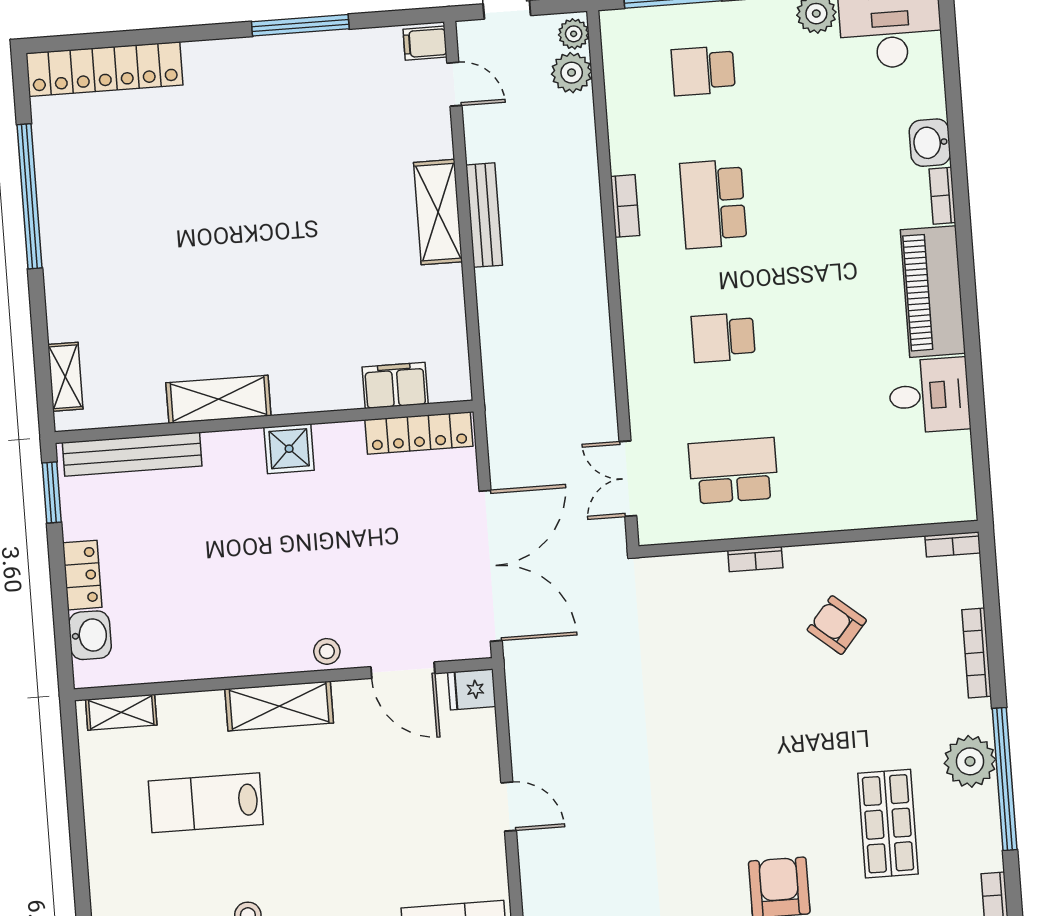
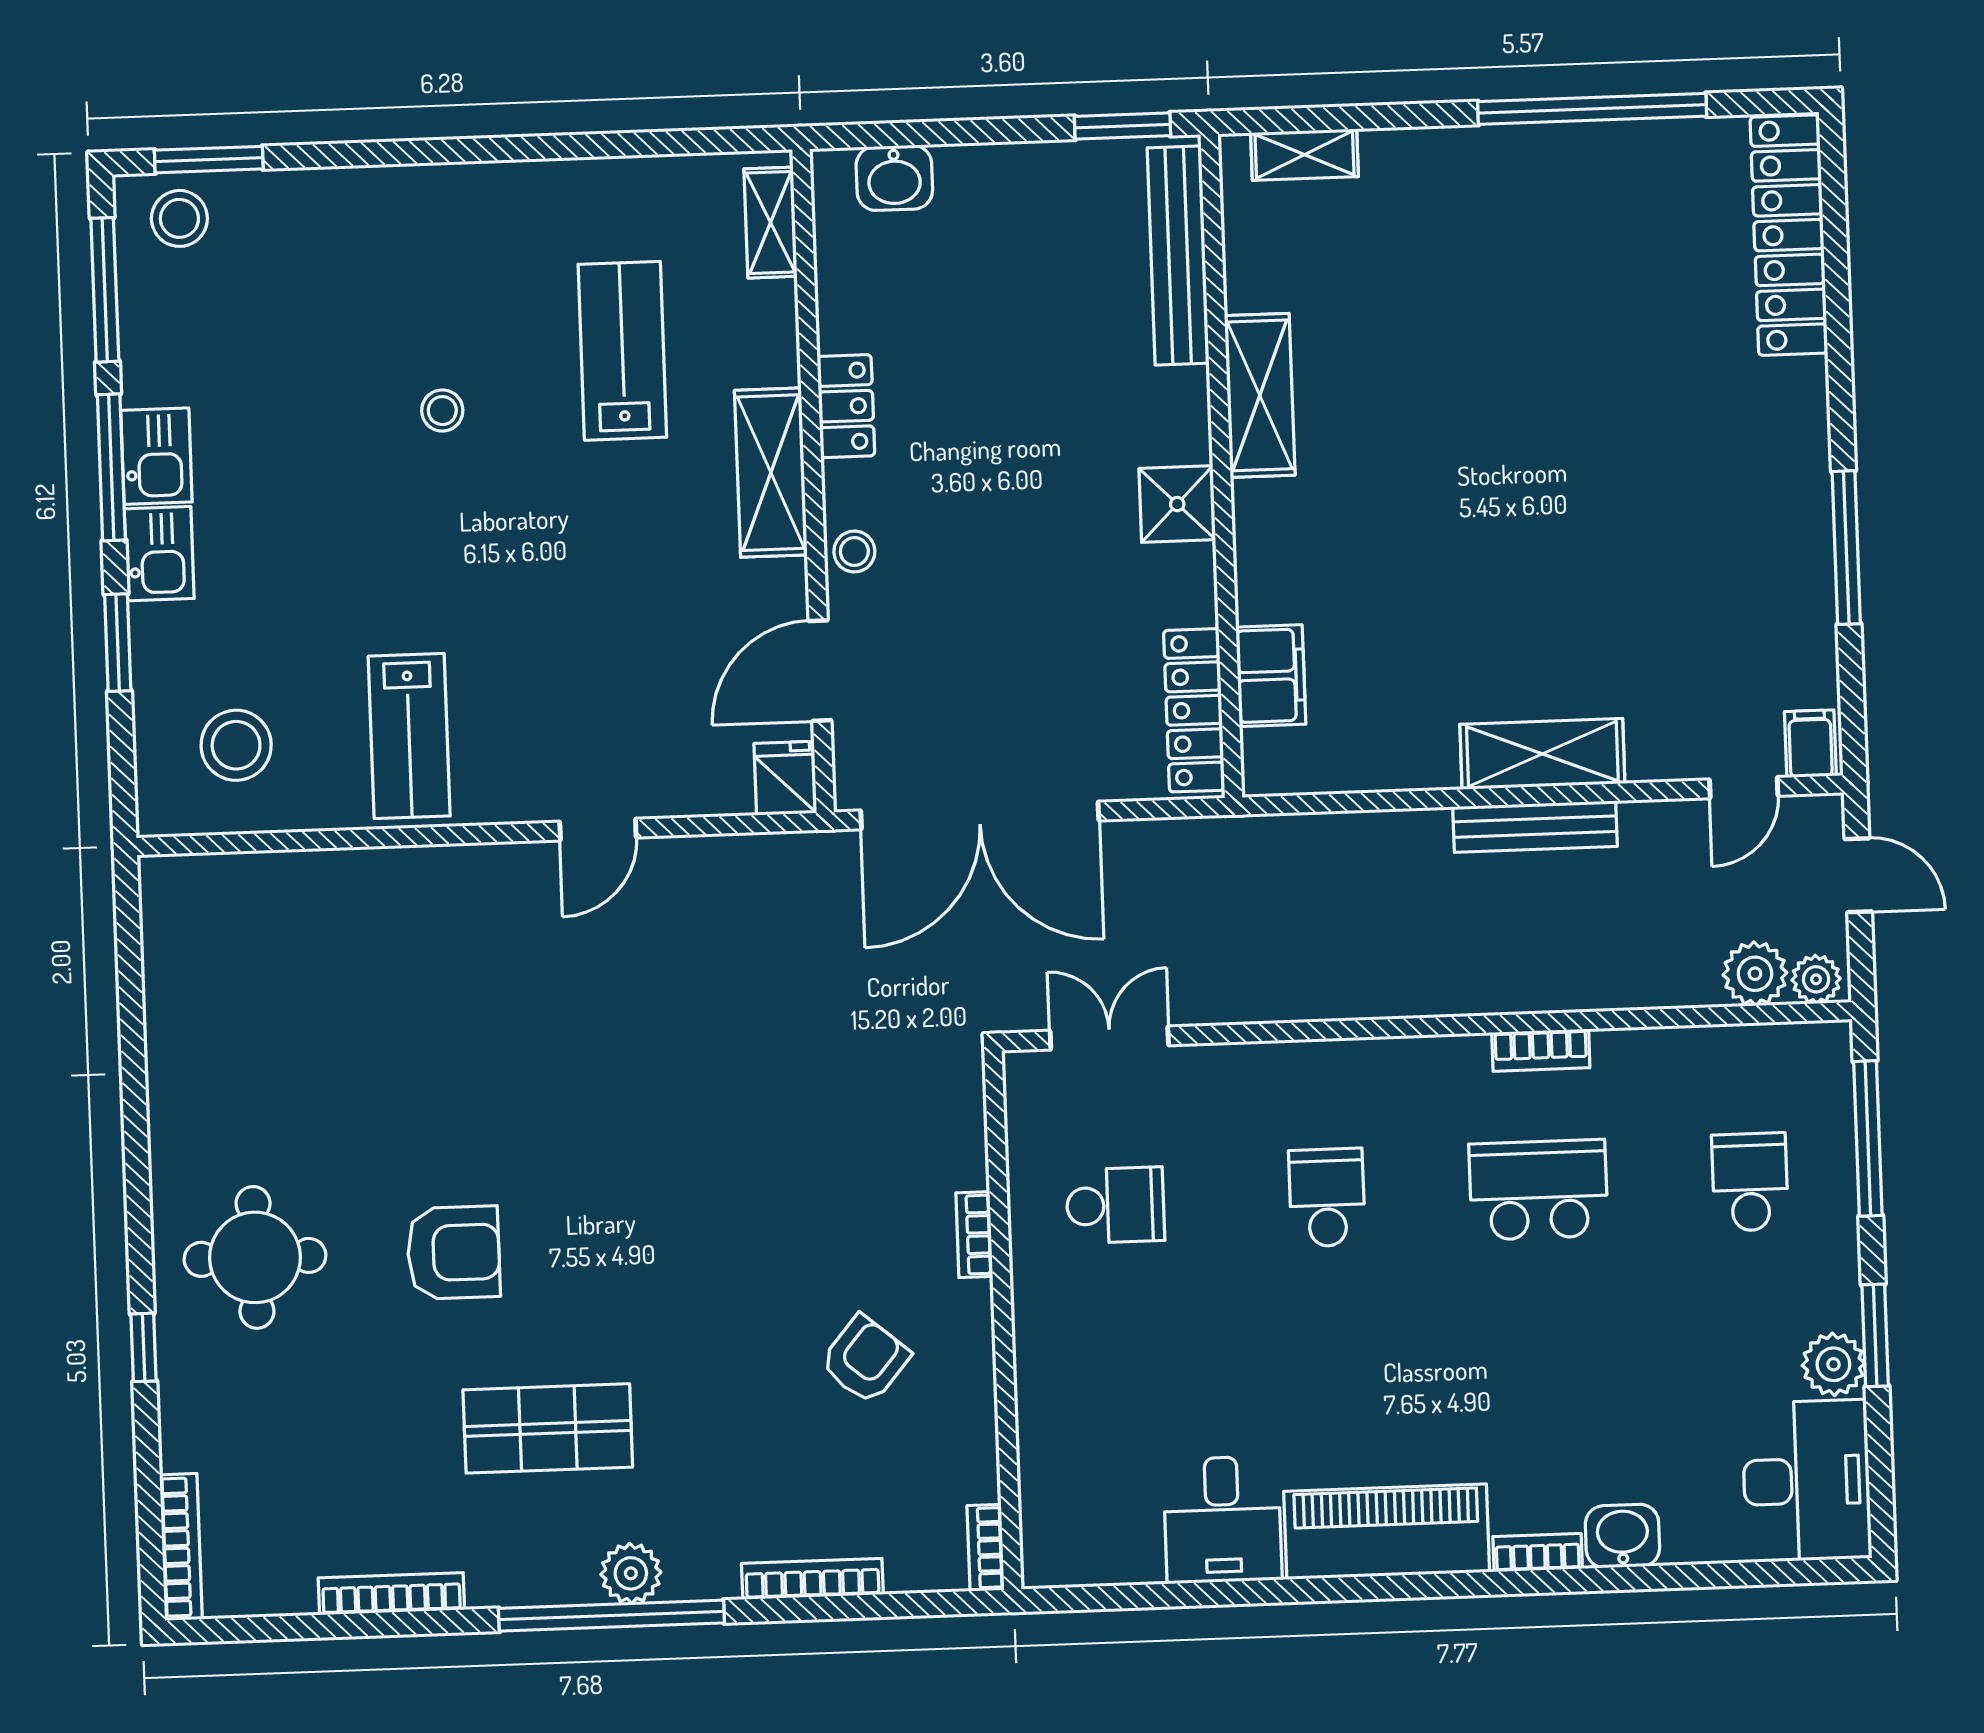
school desk: (733, 471) -> (1115, 1205), width x0.54
locker: (82, 575) -> (846, 406), moved, turned -90
plant: (970, 761) -> (631, 1573), width x0.73, depth x0.73

